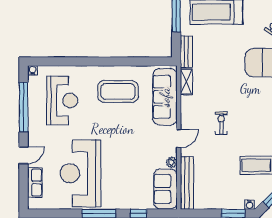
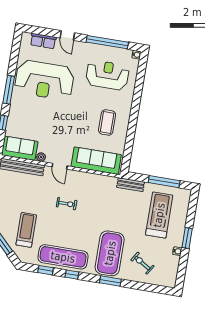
shelving: (186, 82) -> (106, 180), removed
coffee table: (118, 91) -> (107, 122), width x0.73, depth x0.76
reception desk: (62, 100) -> (107, 75), turned 180
reception desk: (80, 173) -> (44, 80), turned 180

